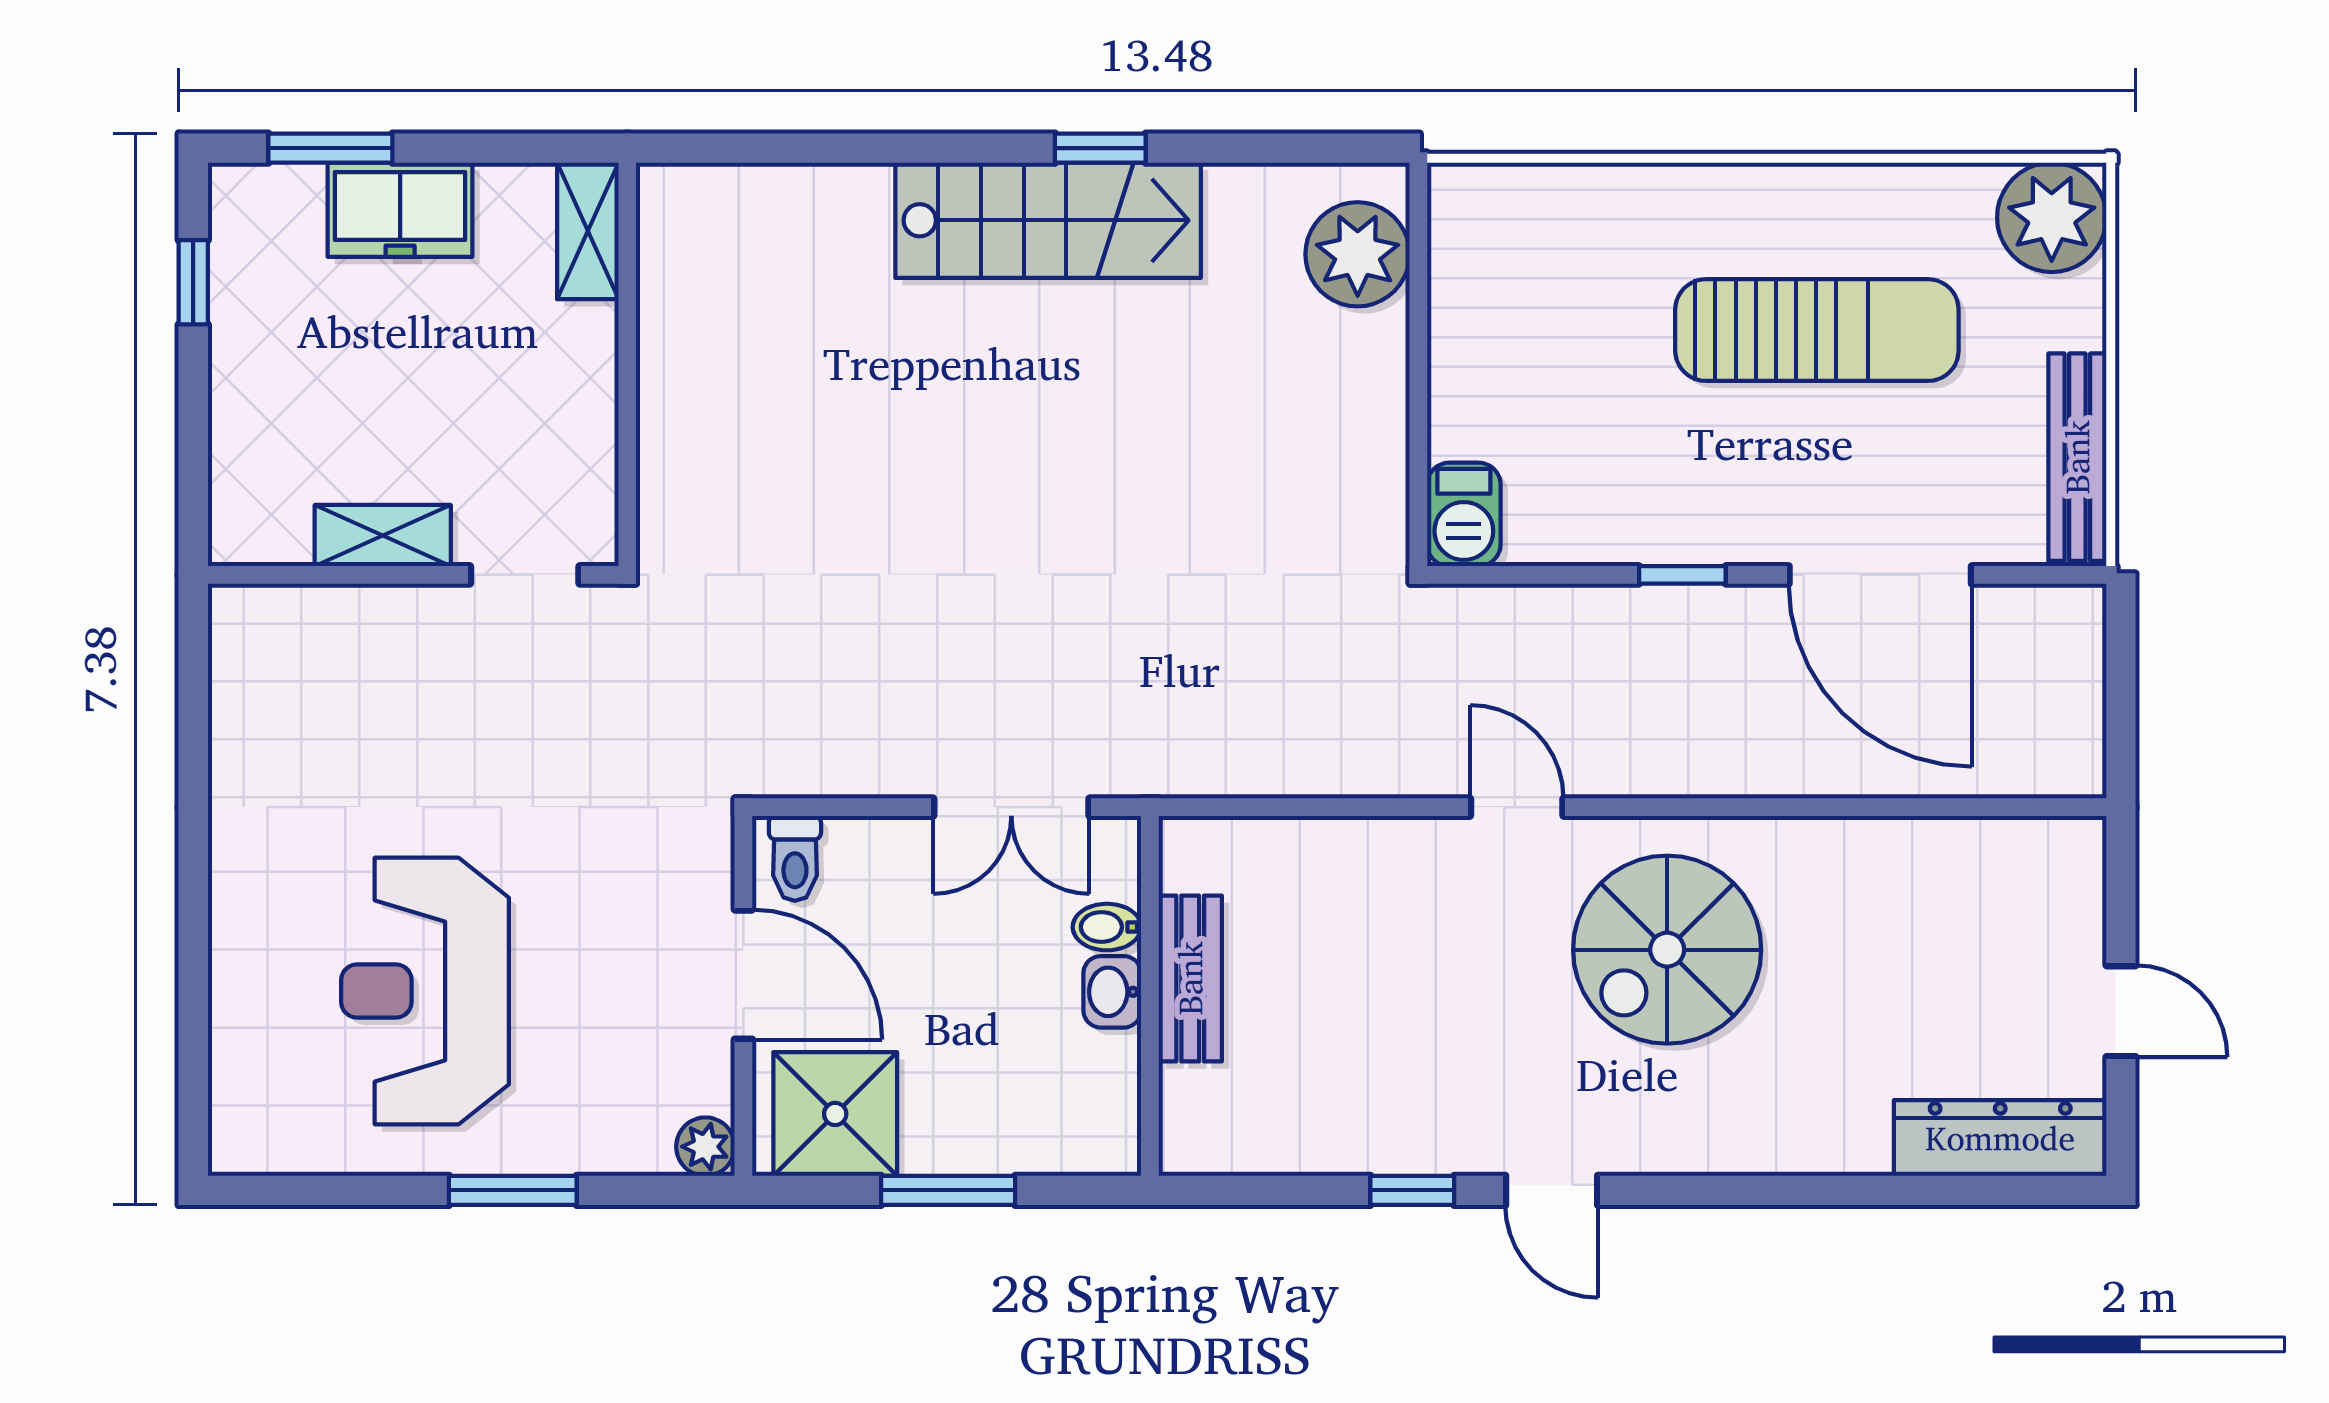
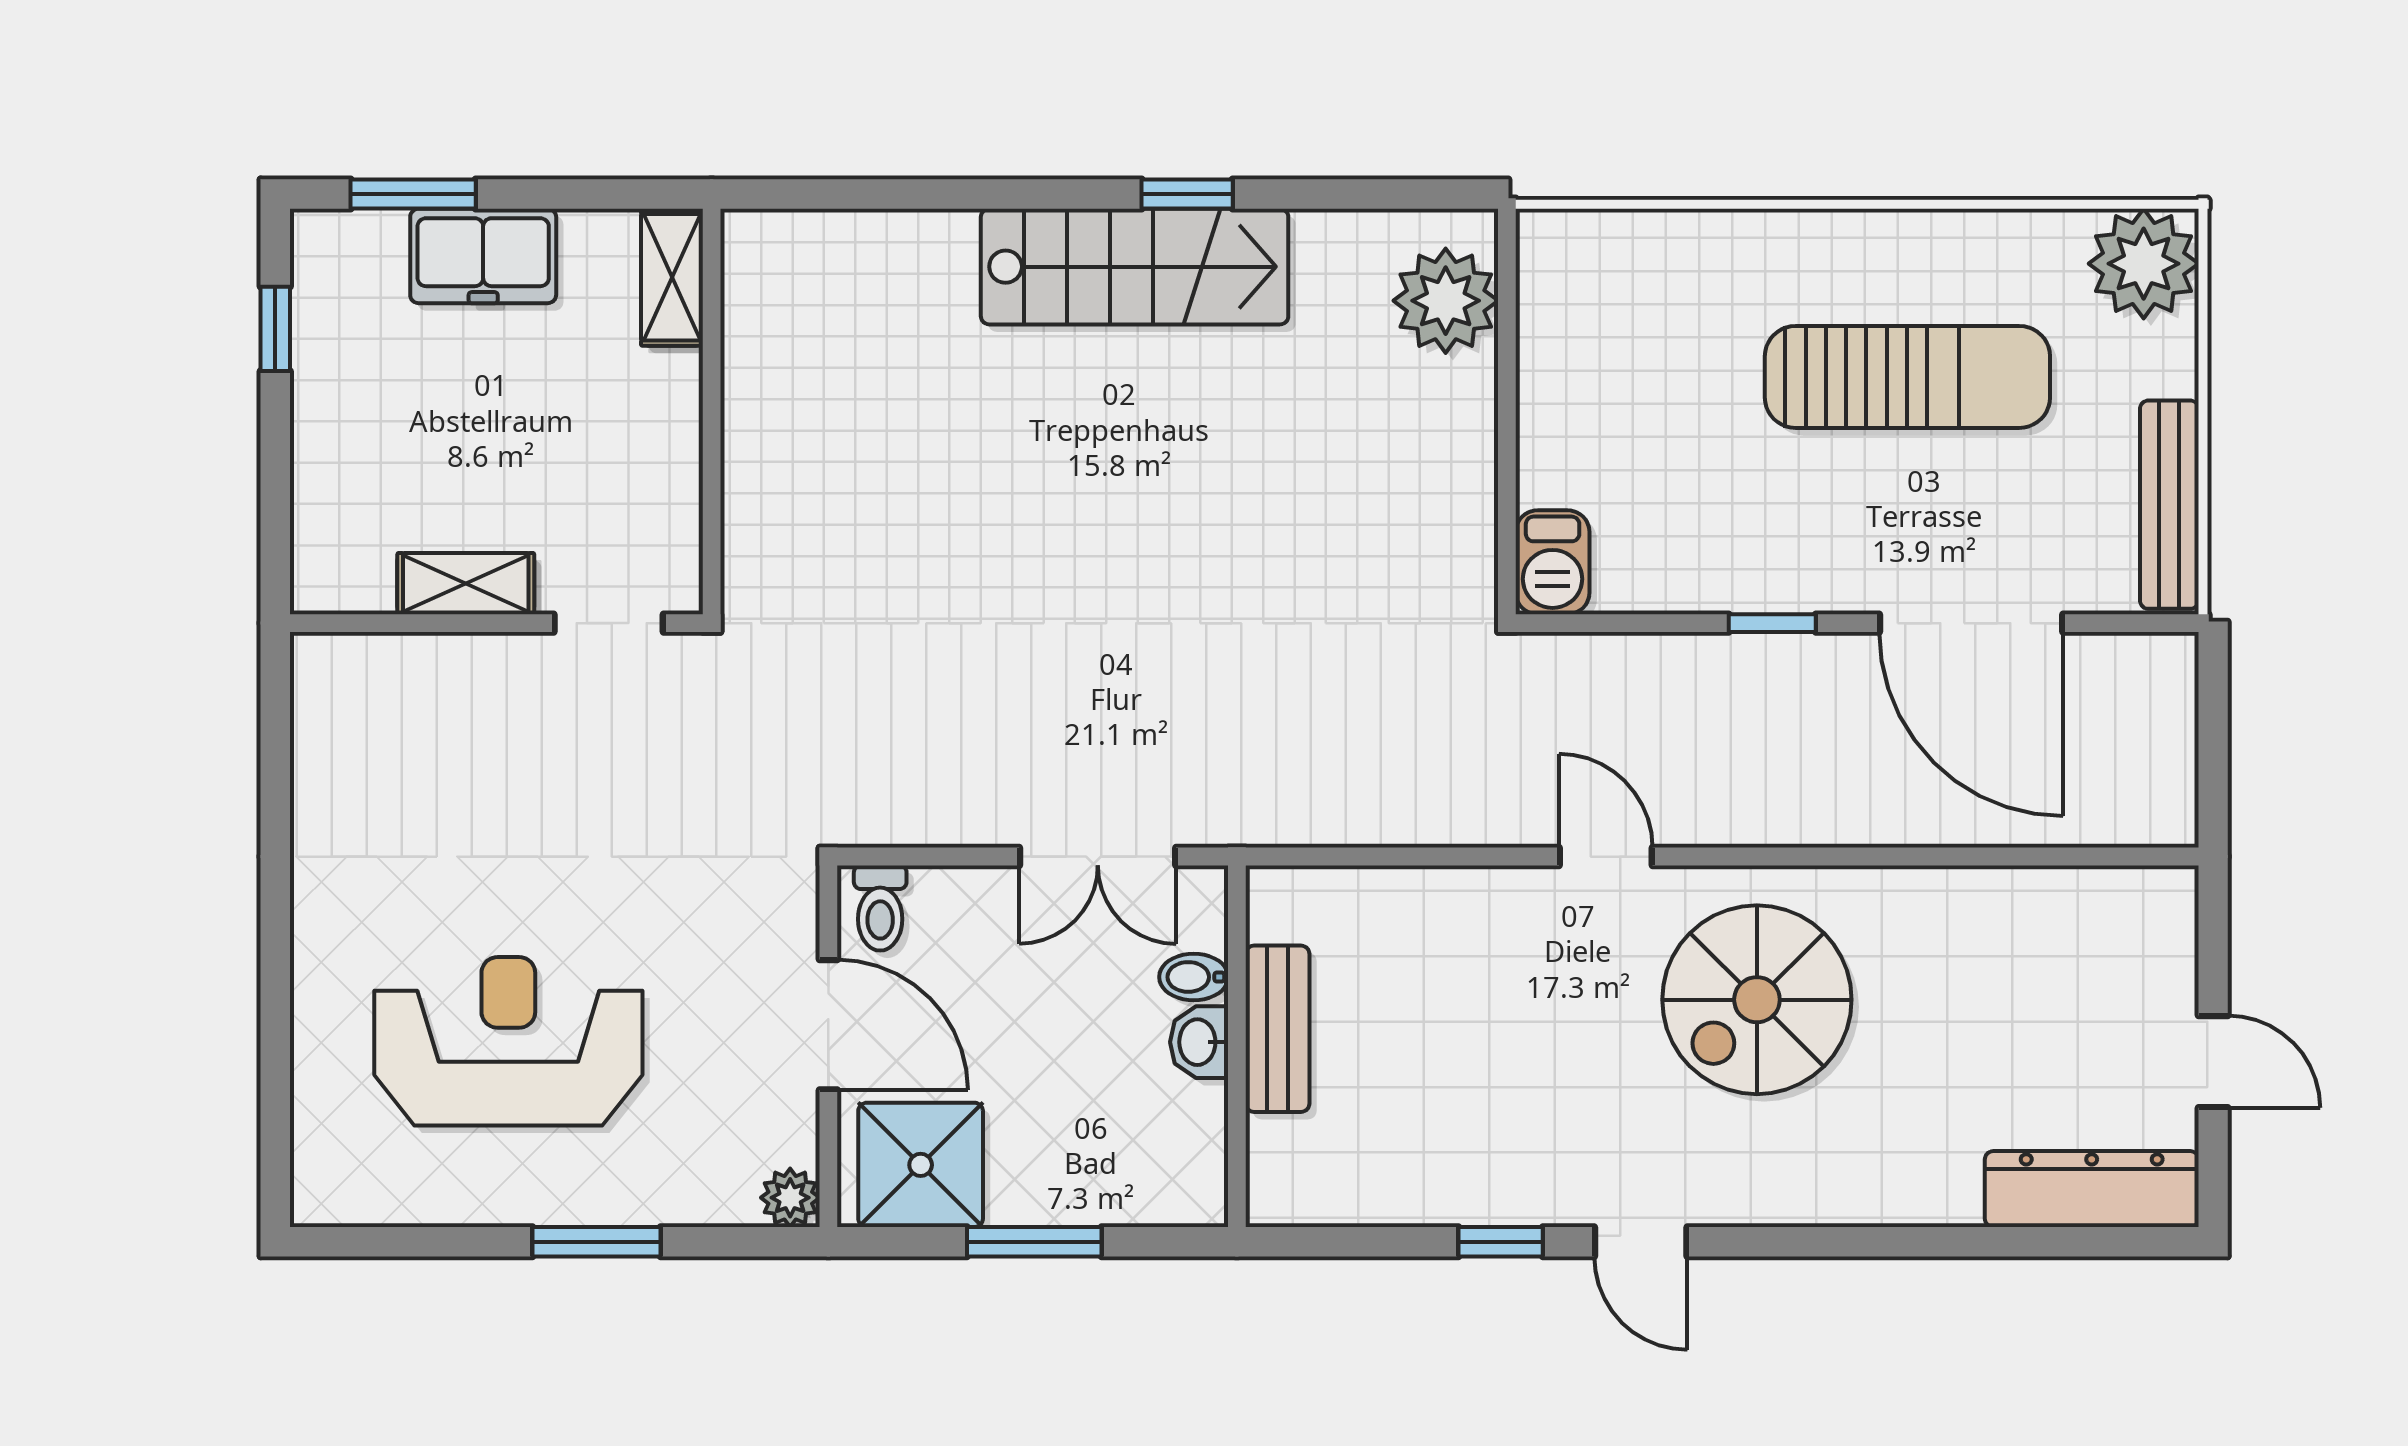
reception desk: (425, 991) -> (508, 1041), turned 90

